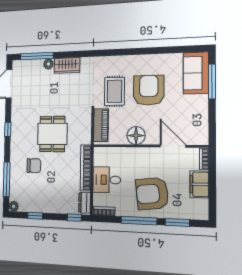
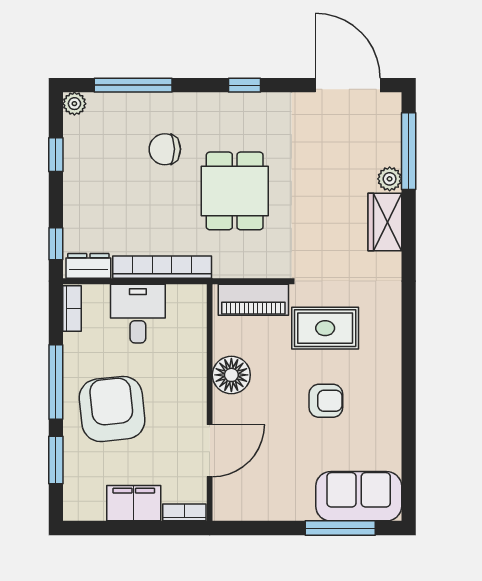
armchair: (149, 90) -> (326, 401), width x0.53, depth x0.53
dining table: (52, 134) -> (235, 191), turned 90
chair: (34, 166) -> (165, 149), turned 90

